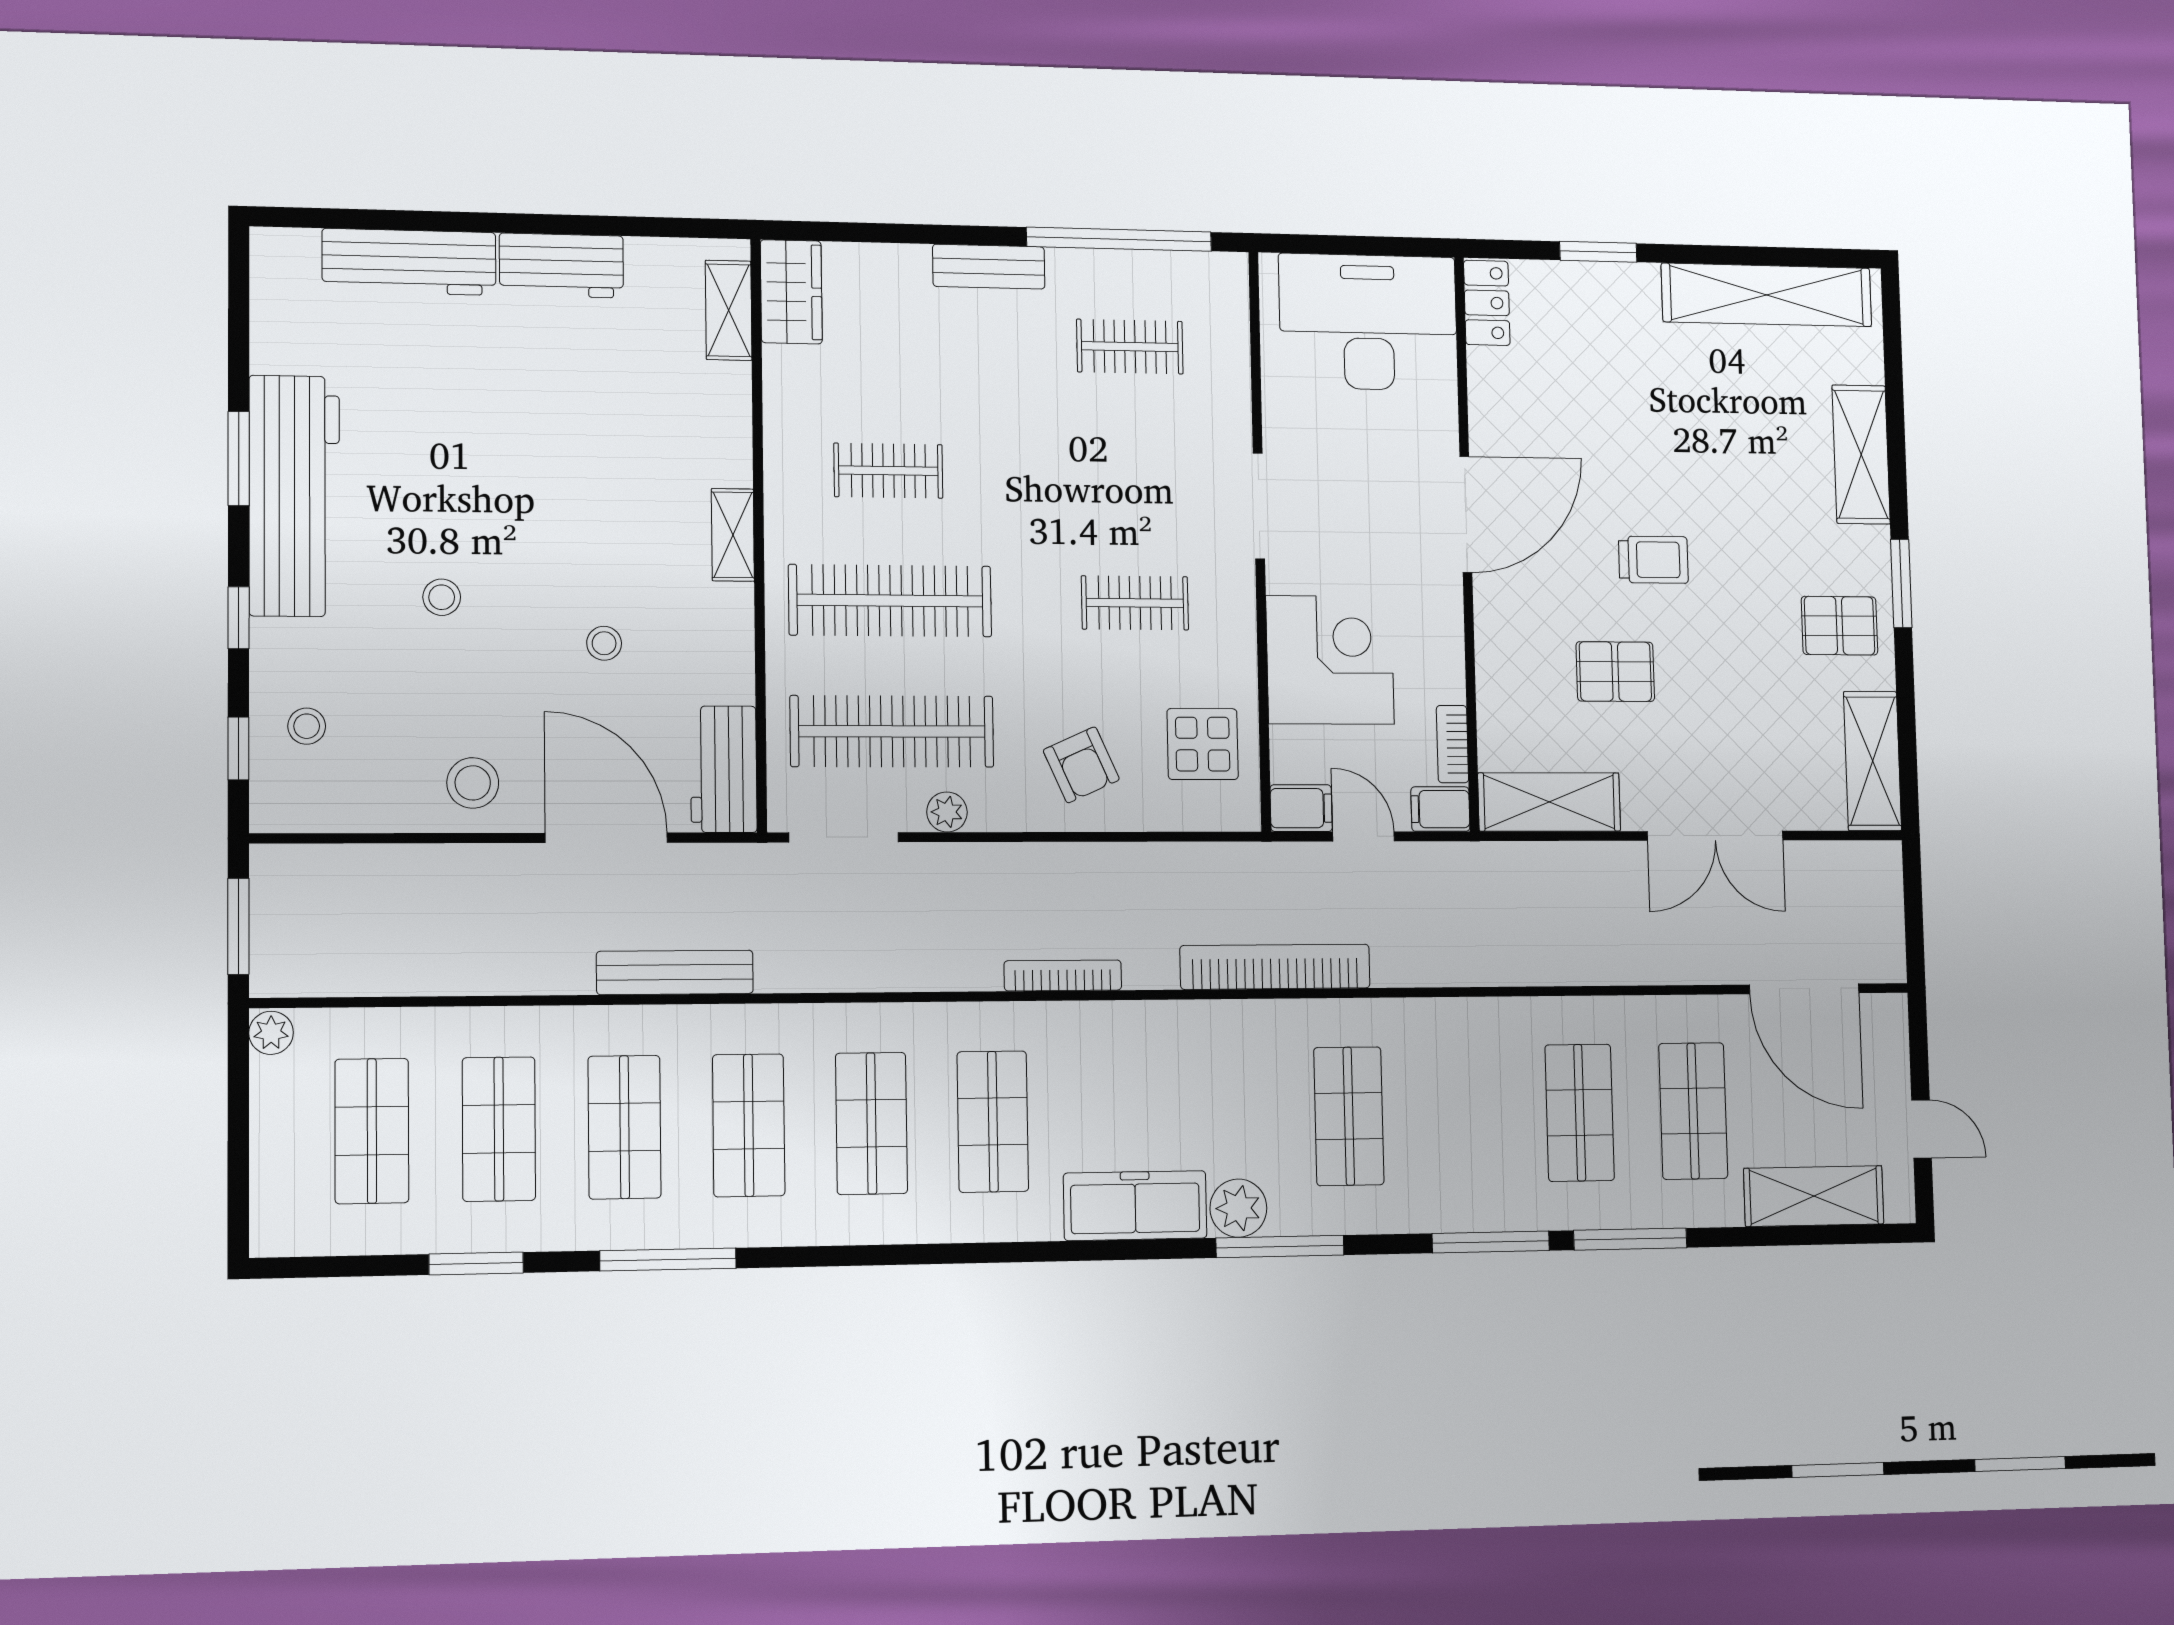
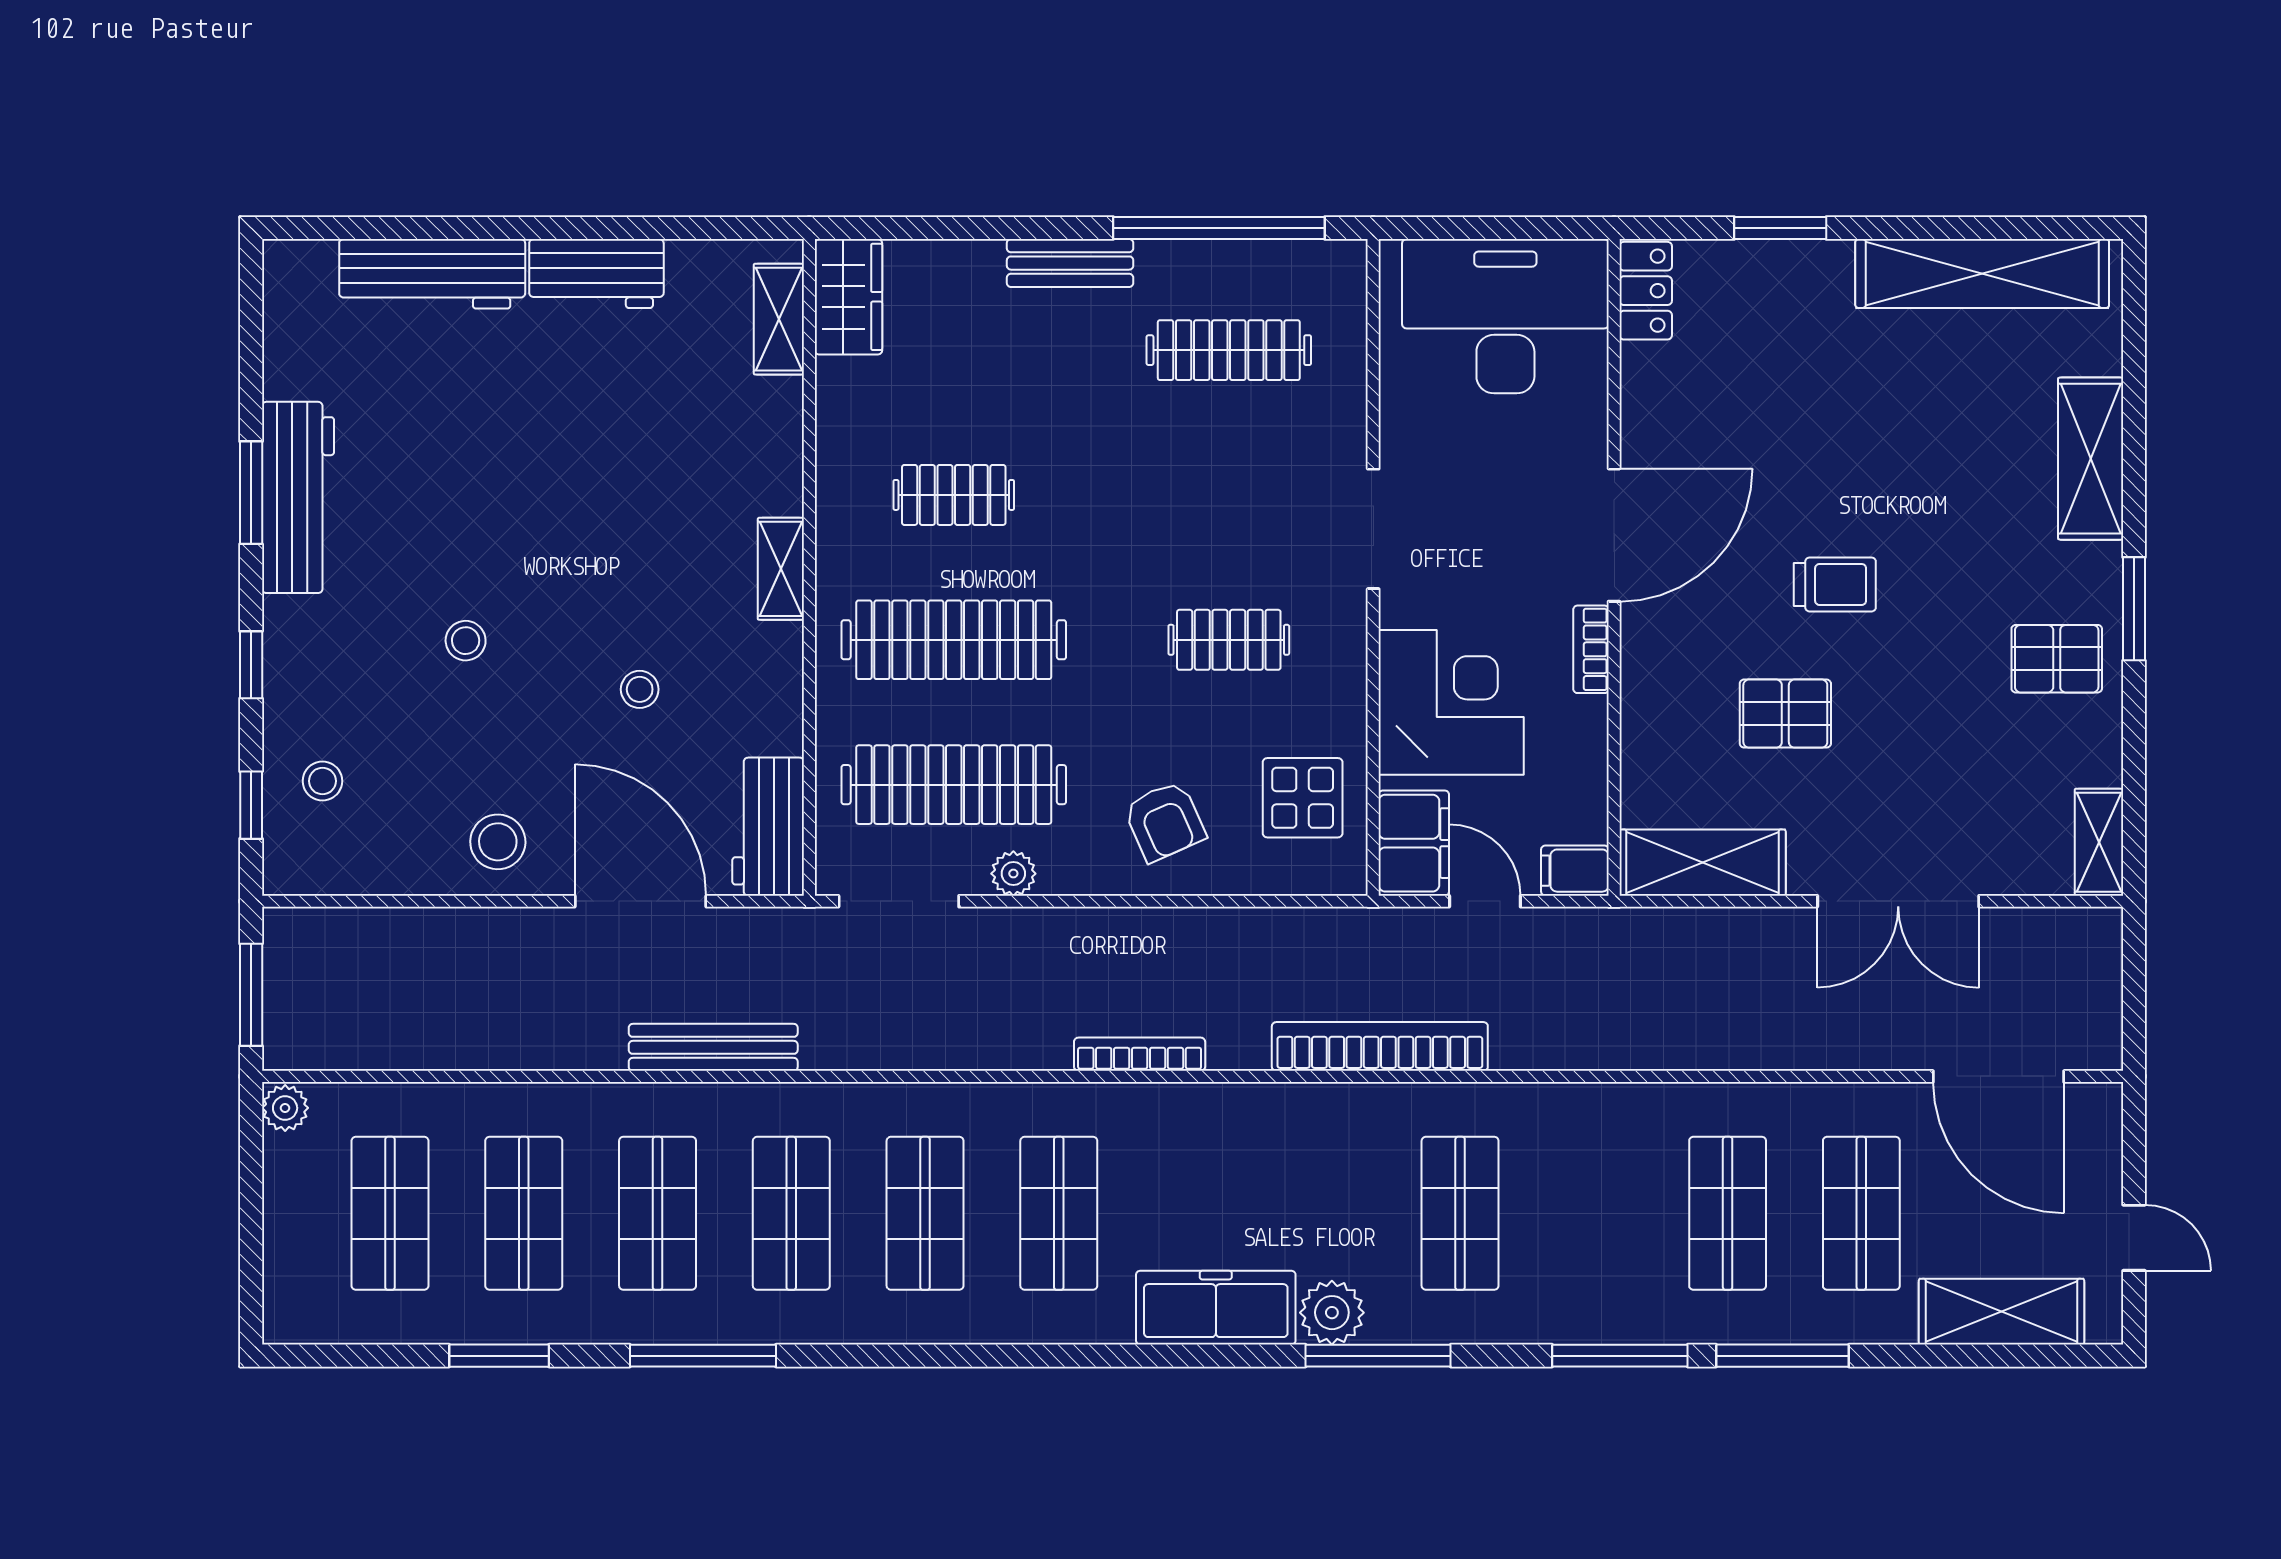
clothes rail: (1130, 347) -> (1229, 350), width x1.36
workbench: (294, 496) -> (298, 497), width x0.73, depth x0.76
bookcase: (1452, 744) -> (1591, 649), moved
shelving: (1873, 761) -> (2099, 842), width x0.67, depth x0.75
filing cabinet: (1301, 808) -> (1414, 843), width x2.00

